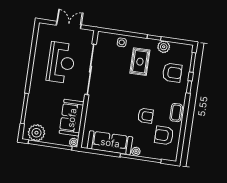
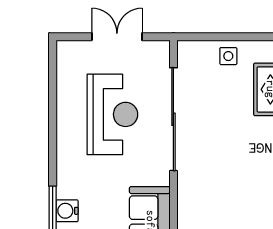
water cooler: (32, 106) -> (67, 211), added

